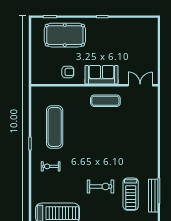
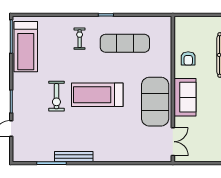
exercise mat: (105, 101) -> (155, 102), width x2.00, depth x1.45
treadmill: (131, 194) -> (97, 95), moved, width x1.37, depth x1.38
bench: (153, 196) -> (74, 157), moved

